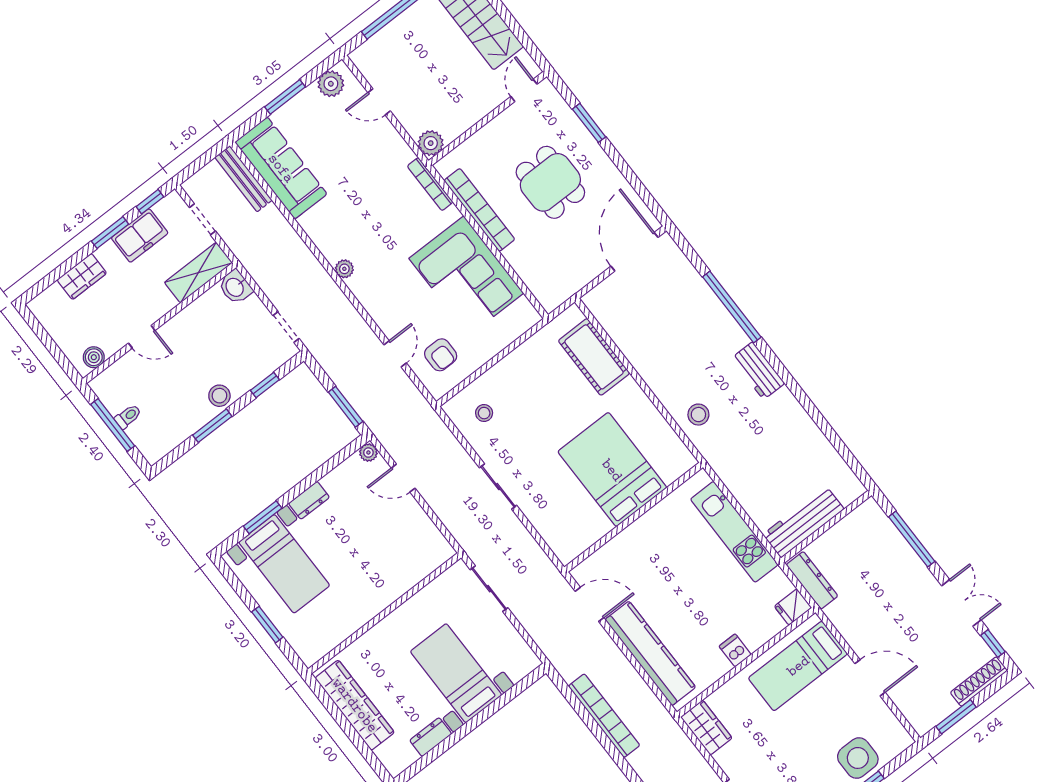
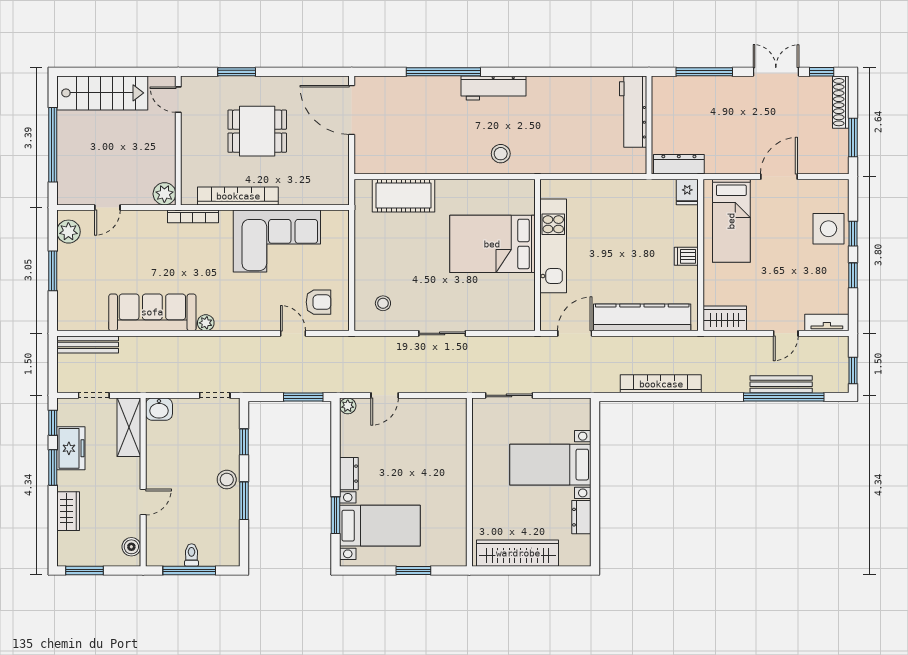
sofa: (281, 168) -> (152, 312), moved
window: (40, 332) -> (85, 570), added
workbench: (758, 371) -> (494, 88), width x1.38
workbench: (803, 522) -> (633, 112), moved
kitchen unit: (734, 532) -> (553, 246), moved, turned -90

